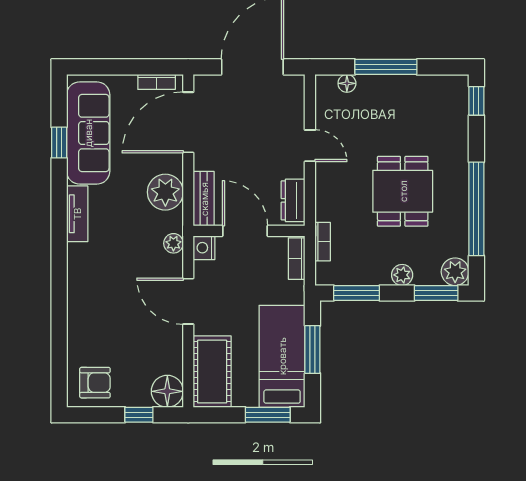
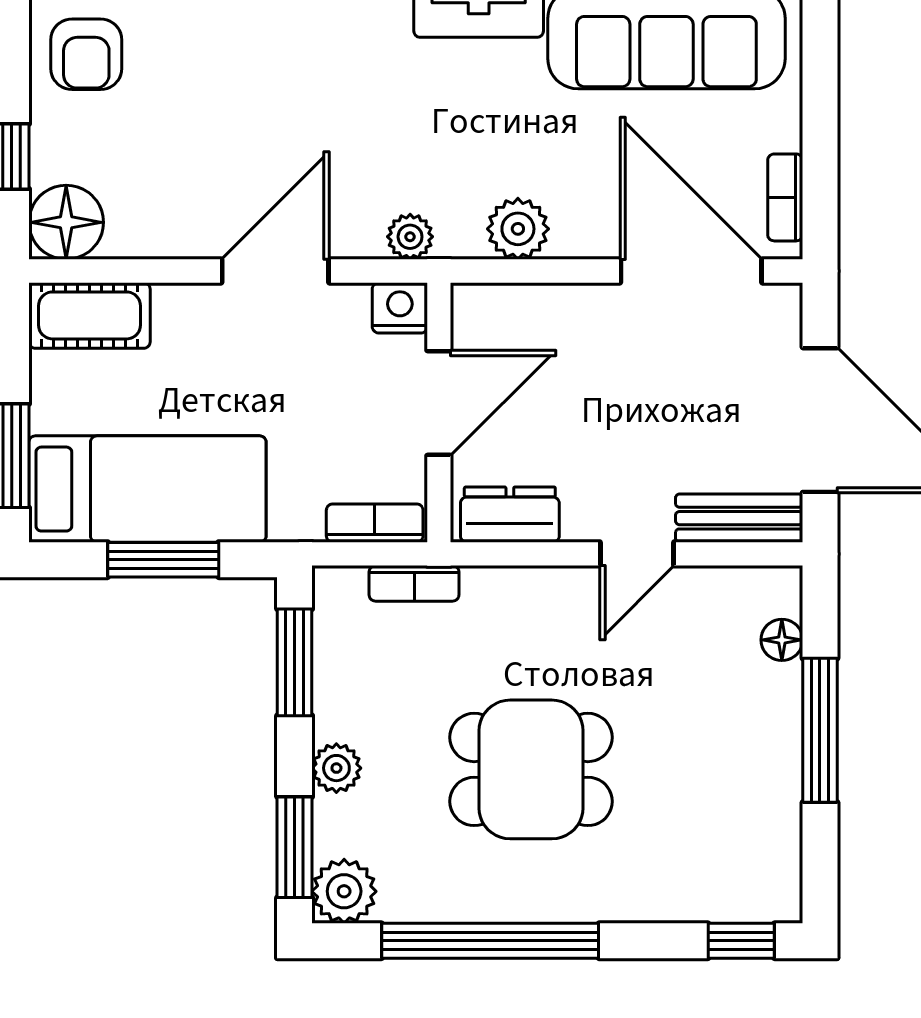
plant: (165, 192) -> (518, 229), width x0.73, depth x0.73
bench: (204, 199) -> (739, 518), moved
cot: (212, 372) -> (90, 315), width x0.73, depth x0.75

